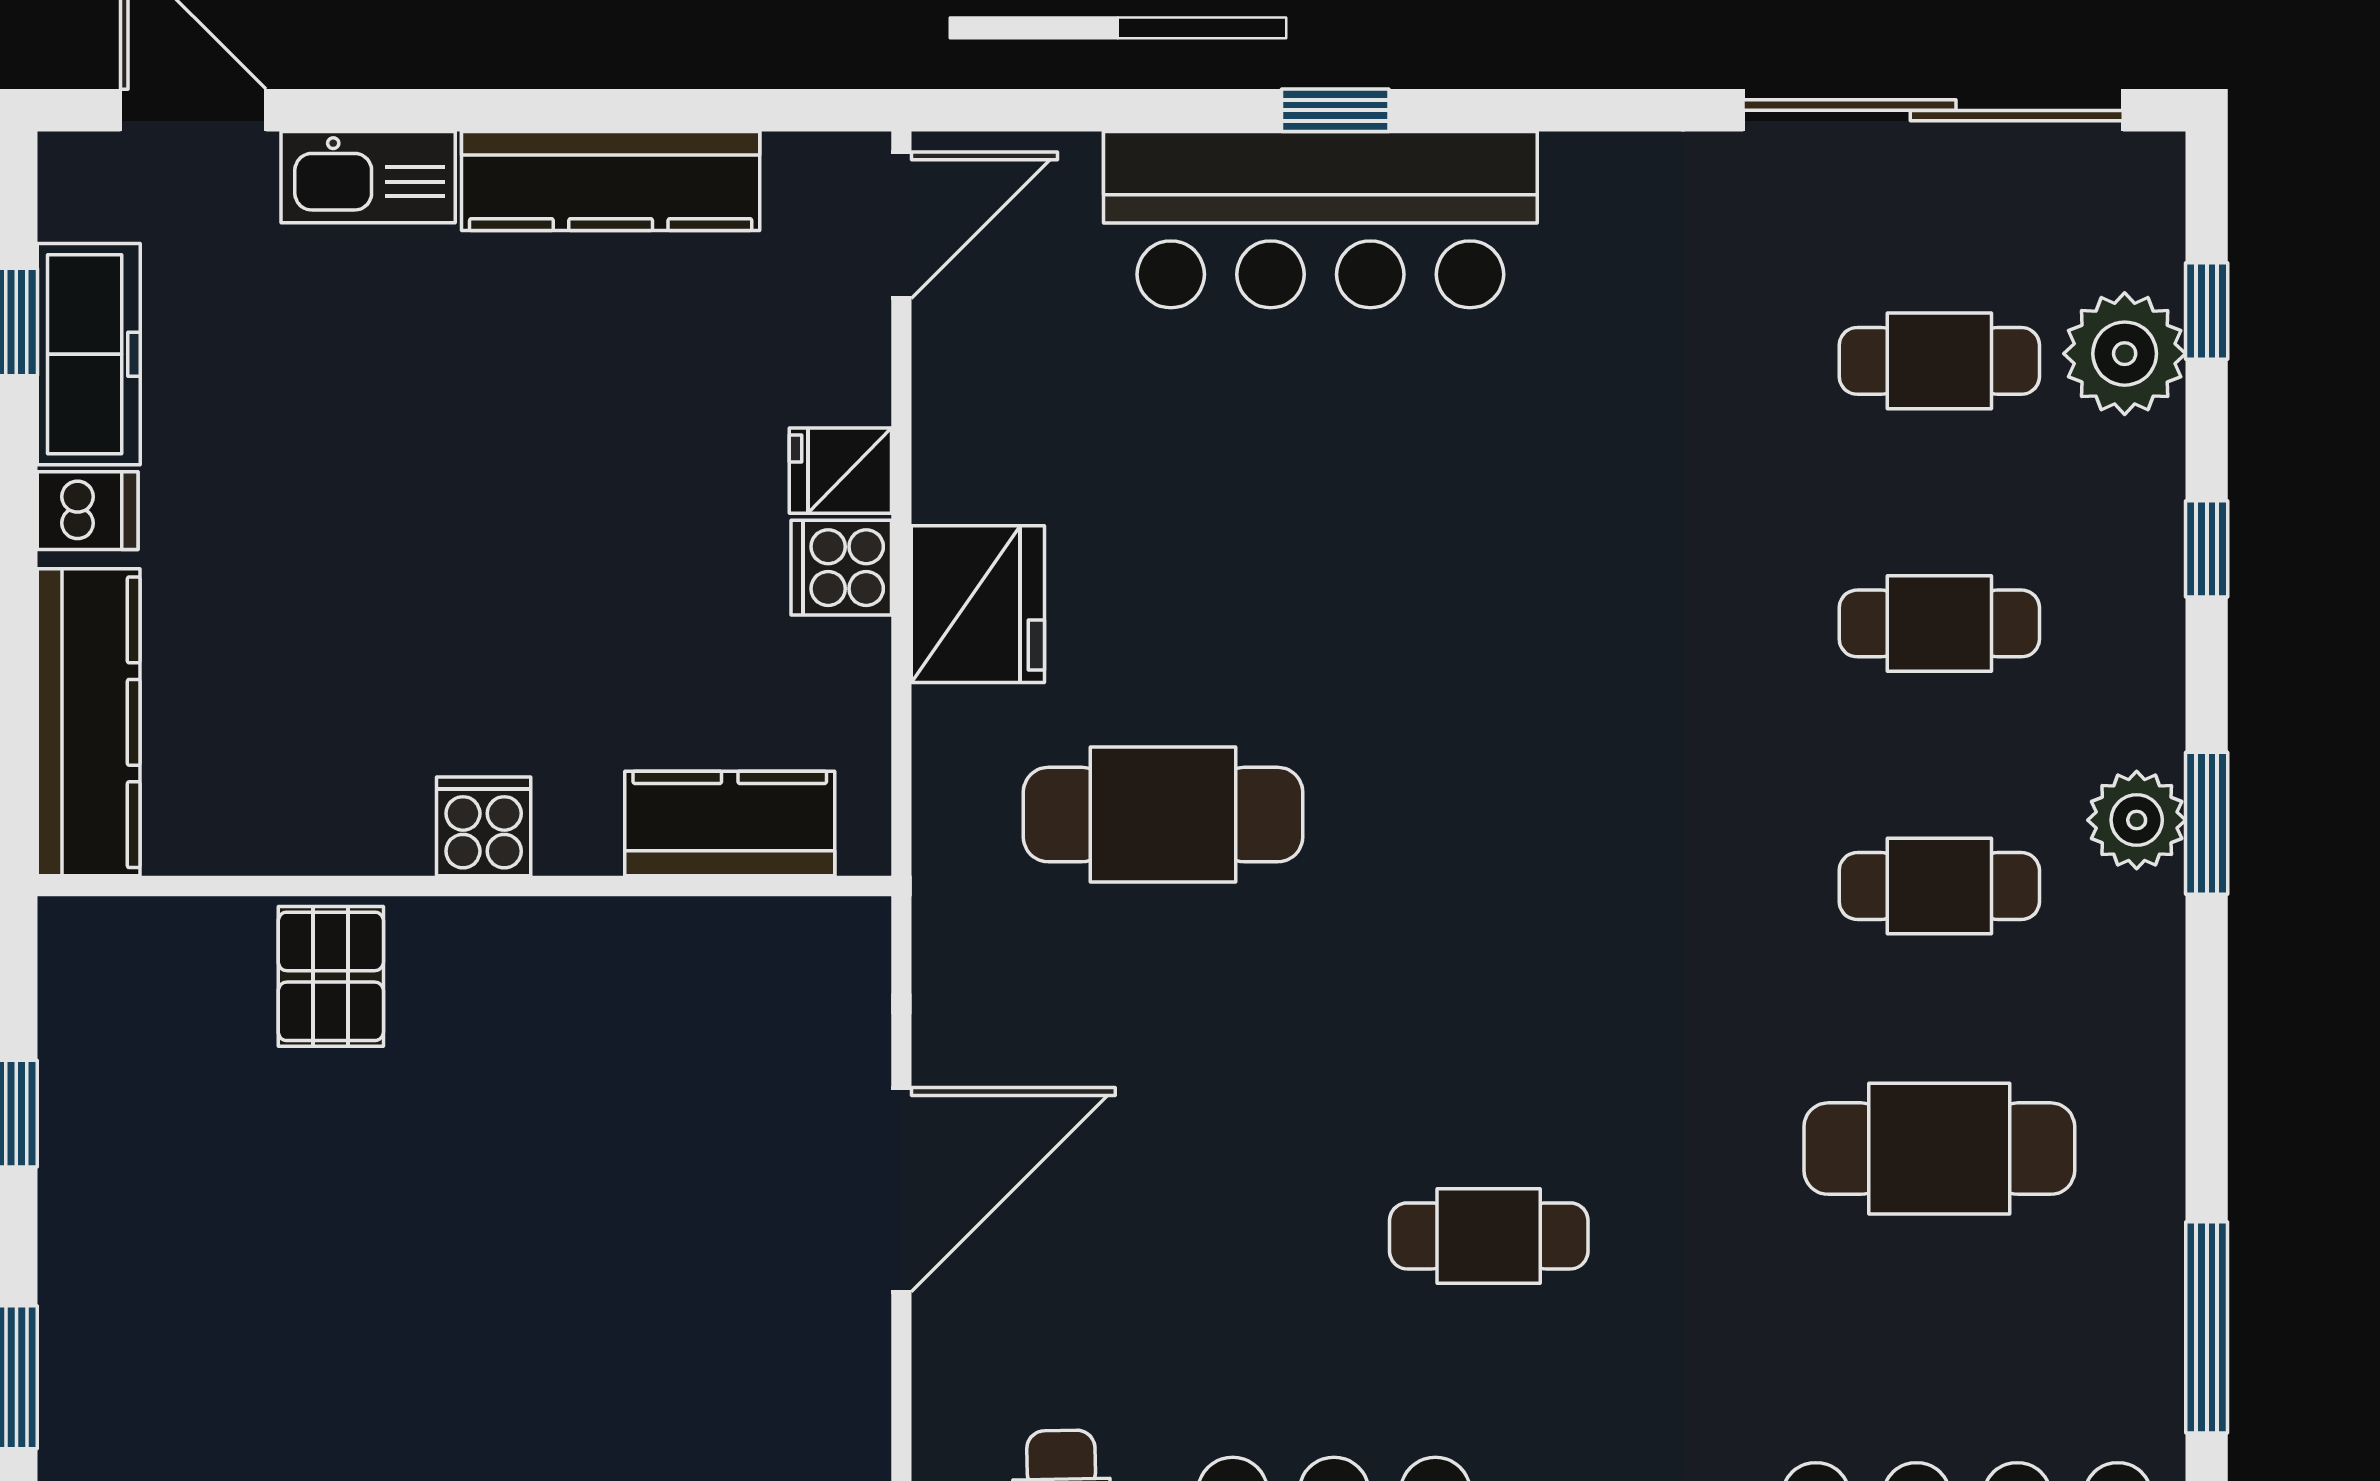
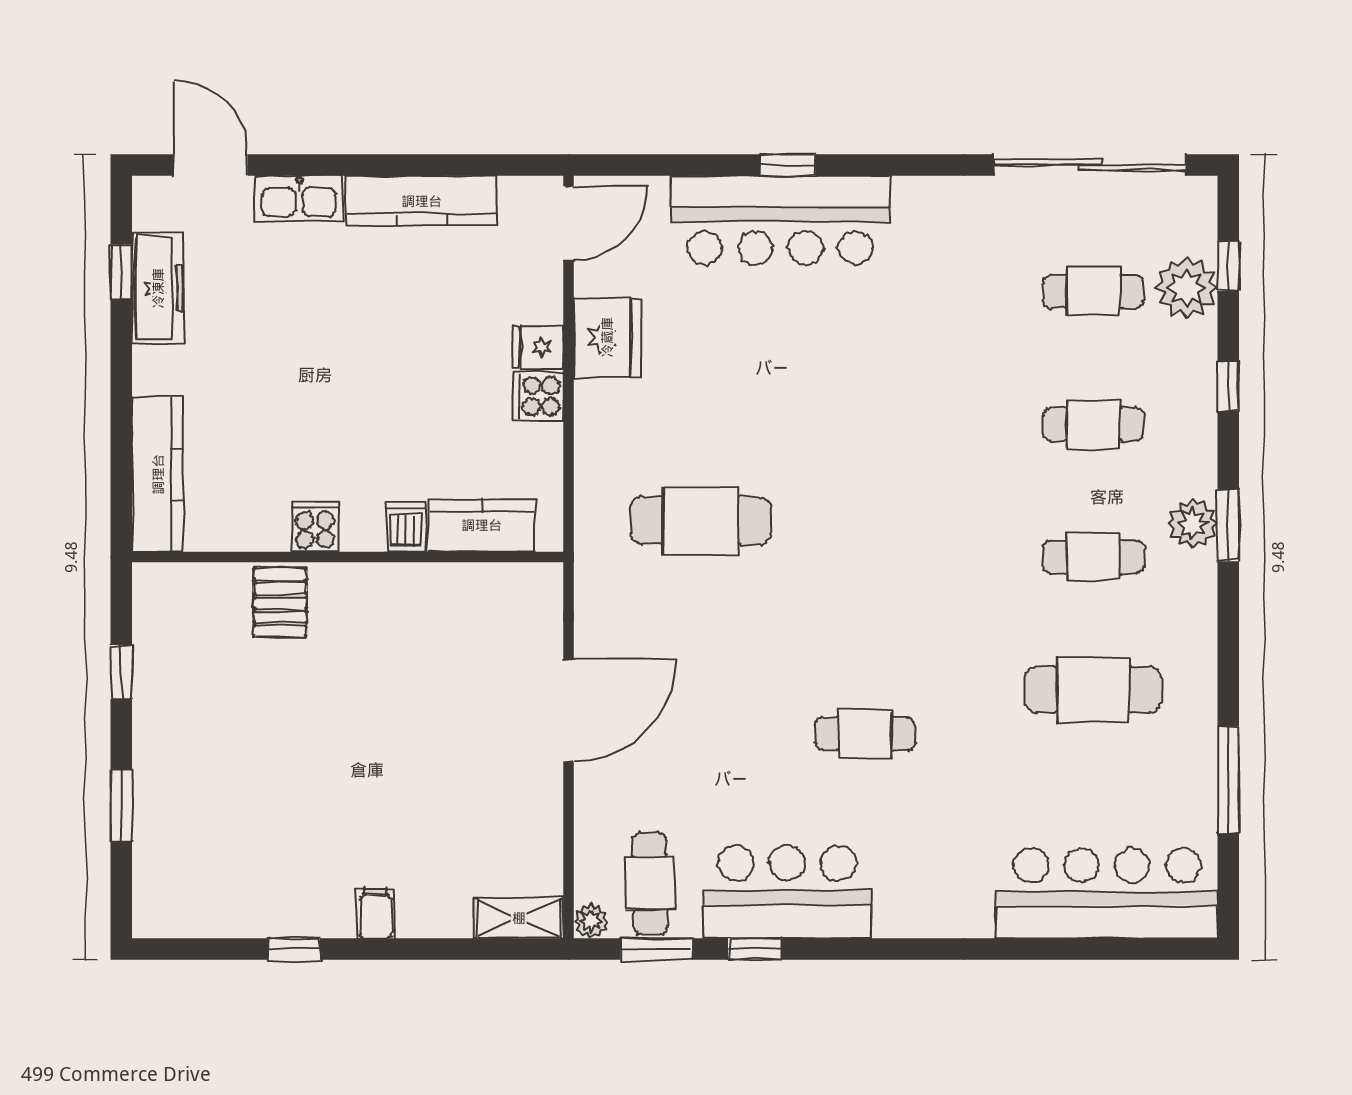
dishwasher: (88, 511) -> (406, 526), moved, turned -90
fridge: (978, 604) -> (607, 337), moved
cooker: (484, 826) -> (315, 527), moved

